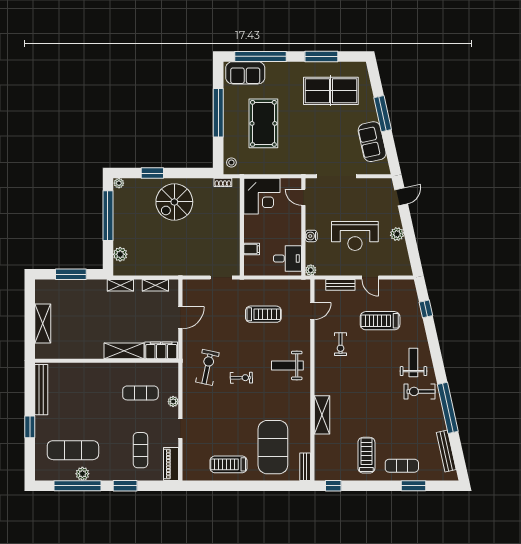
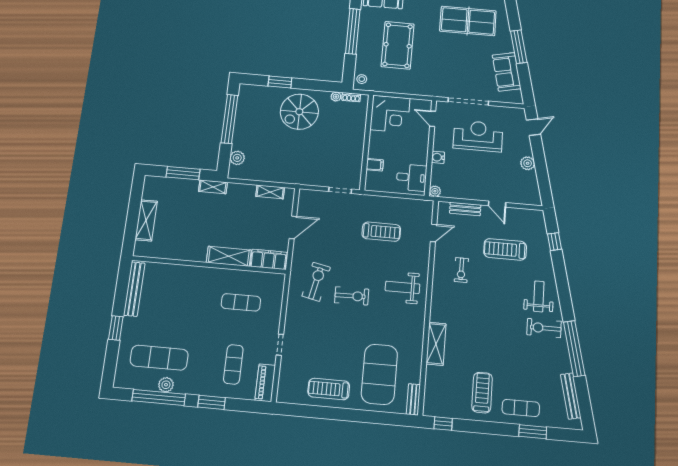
plant: (119, 183) -> (336, 97), moved
reception desk: (355, 236) -> (478, 136), moved, turned 180
shelving: (120, 285) -> (213, 187), moved
exercise bike: (241, 378) -> (352, 296), width x1.38, depth x1.39
plant: (173, 402) -> (275, 315), removed

